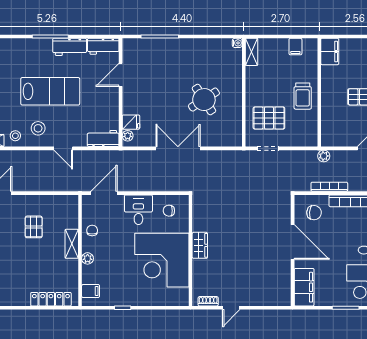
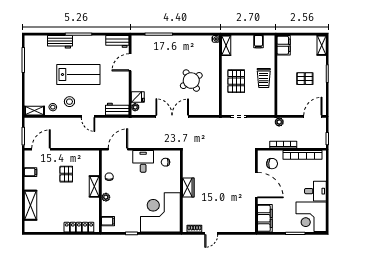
workbench: (70, 47) -> (60, 42), moved
pallet: (269, 118) -> (236, 81), moved, turned 90
corner desk: (162, 260) -> (160, 212), moved, turned 90

